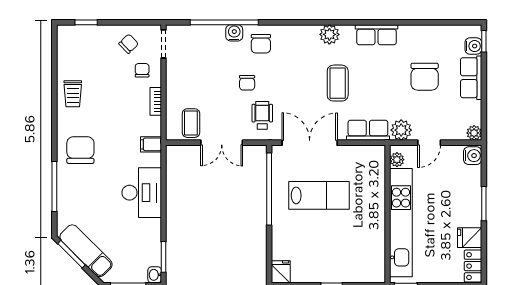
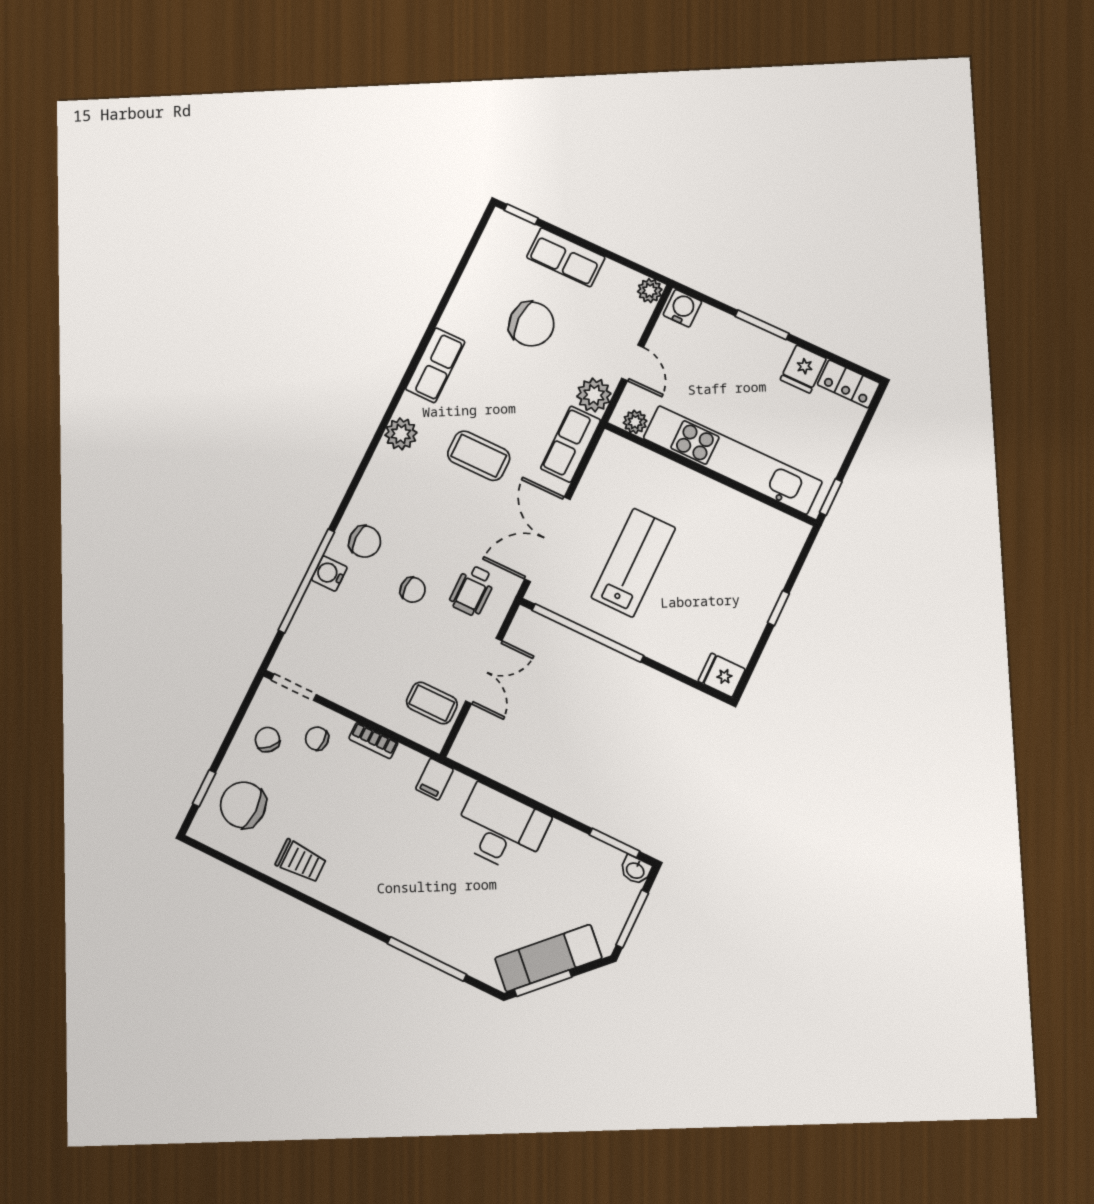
water cooler: (473, 46) -> (521, 233), removed
wheelchair: (262, 115) -> (472, 590), turned -90
chair: (80, 150) -> (243, 805), moved

